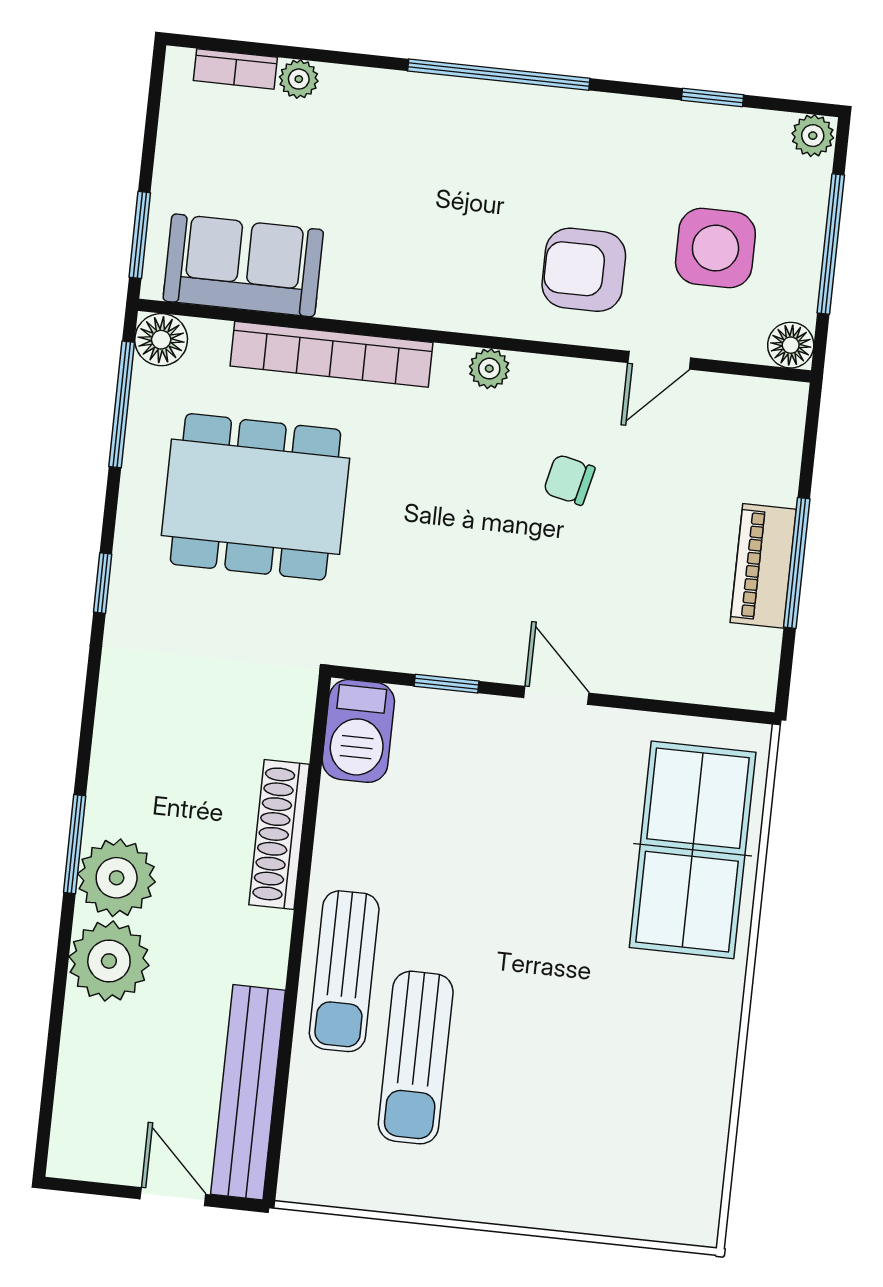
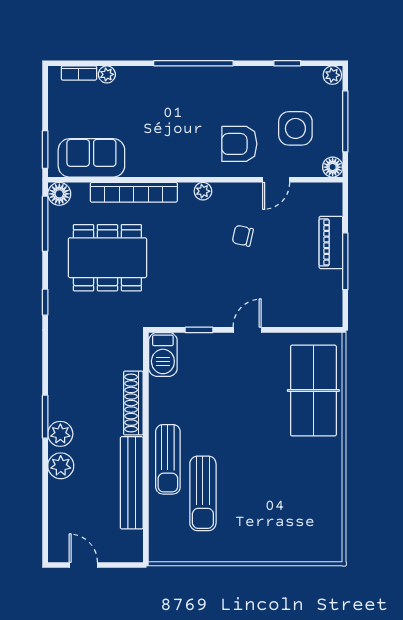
piano: (763, 566) -> (331, 242), moved
door: (556, 695) -> (247, 330), hinge flipped
plant: (117, 878) -> (60, 434), width x0.73, depth x0.73
plant: (109, 961) -> (61, 466), width x0.73, depth x0.73
bench: (248, 1092) -> (132, 483), moved
door: (173, 1197) -> (83, 565), moved

